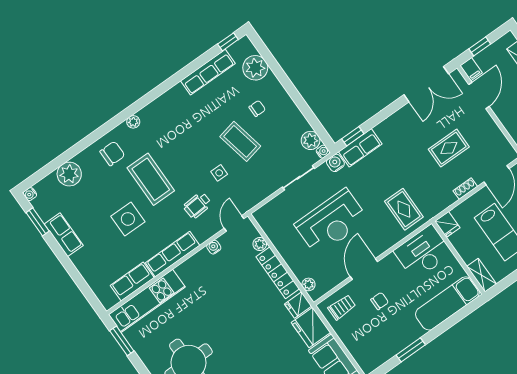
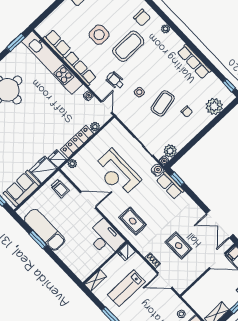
row of seats: (208, 72) -> (194, 61), moved
rug: (404, 209) -> (133, 221), turned 90
door: (234, 223) -> (106, 107), hinge flipped
kitchen unit: (147, 301) -> (52, 63), width x1.36
chair: (380, 301) -> (68, 214), removed
exam couch: (447, 303) -> (44, 230), moved

